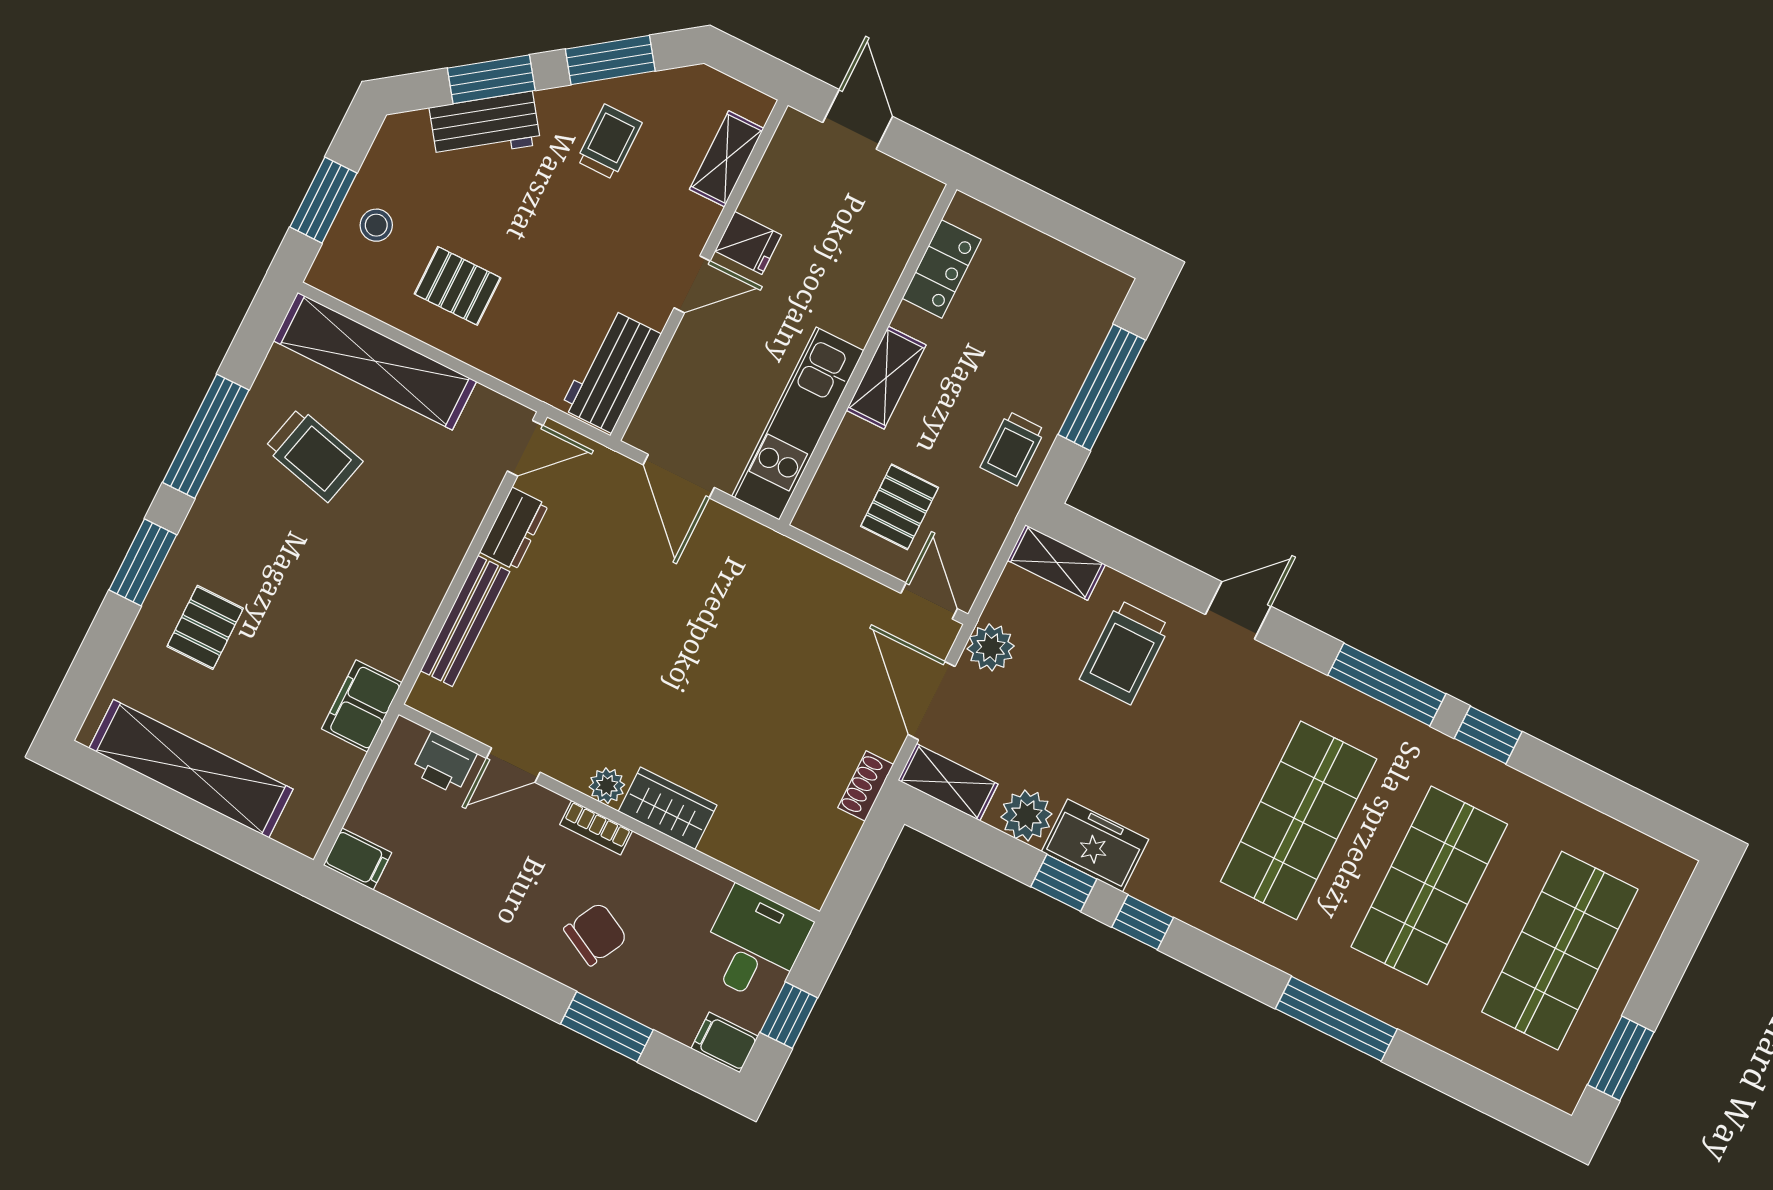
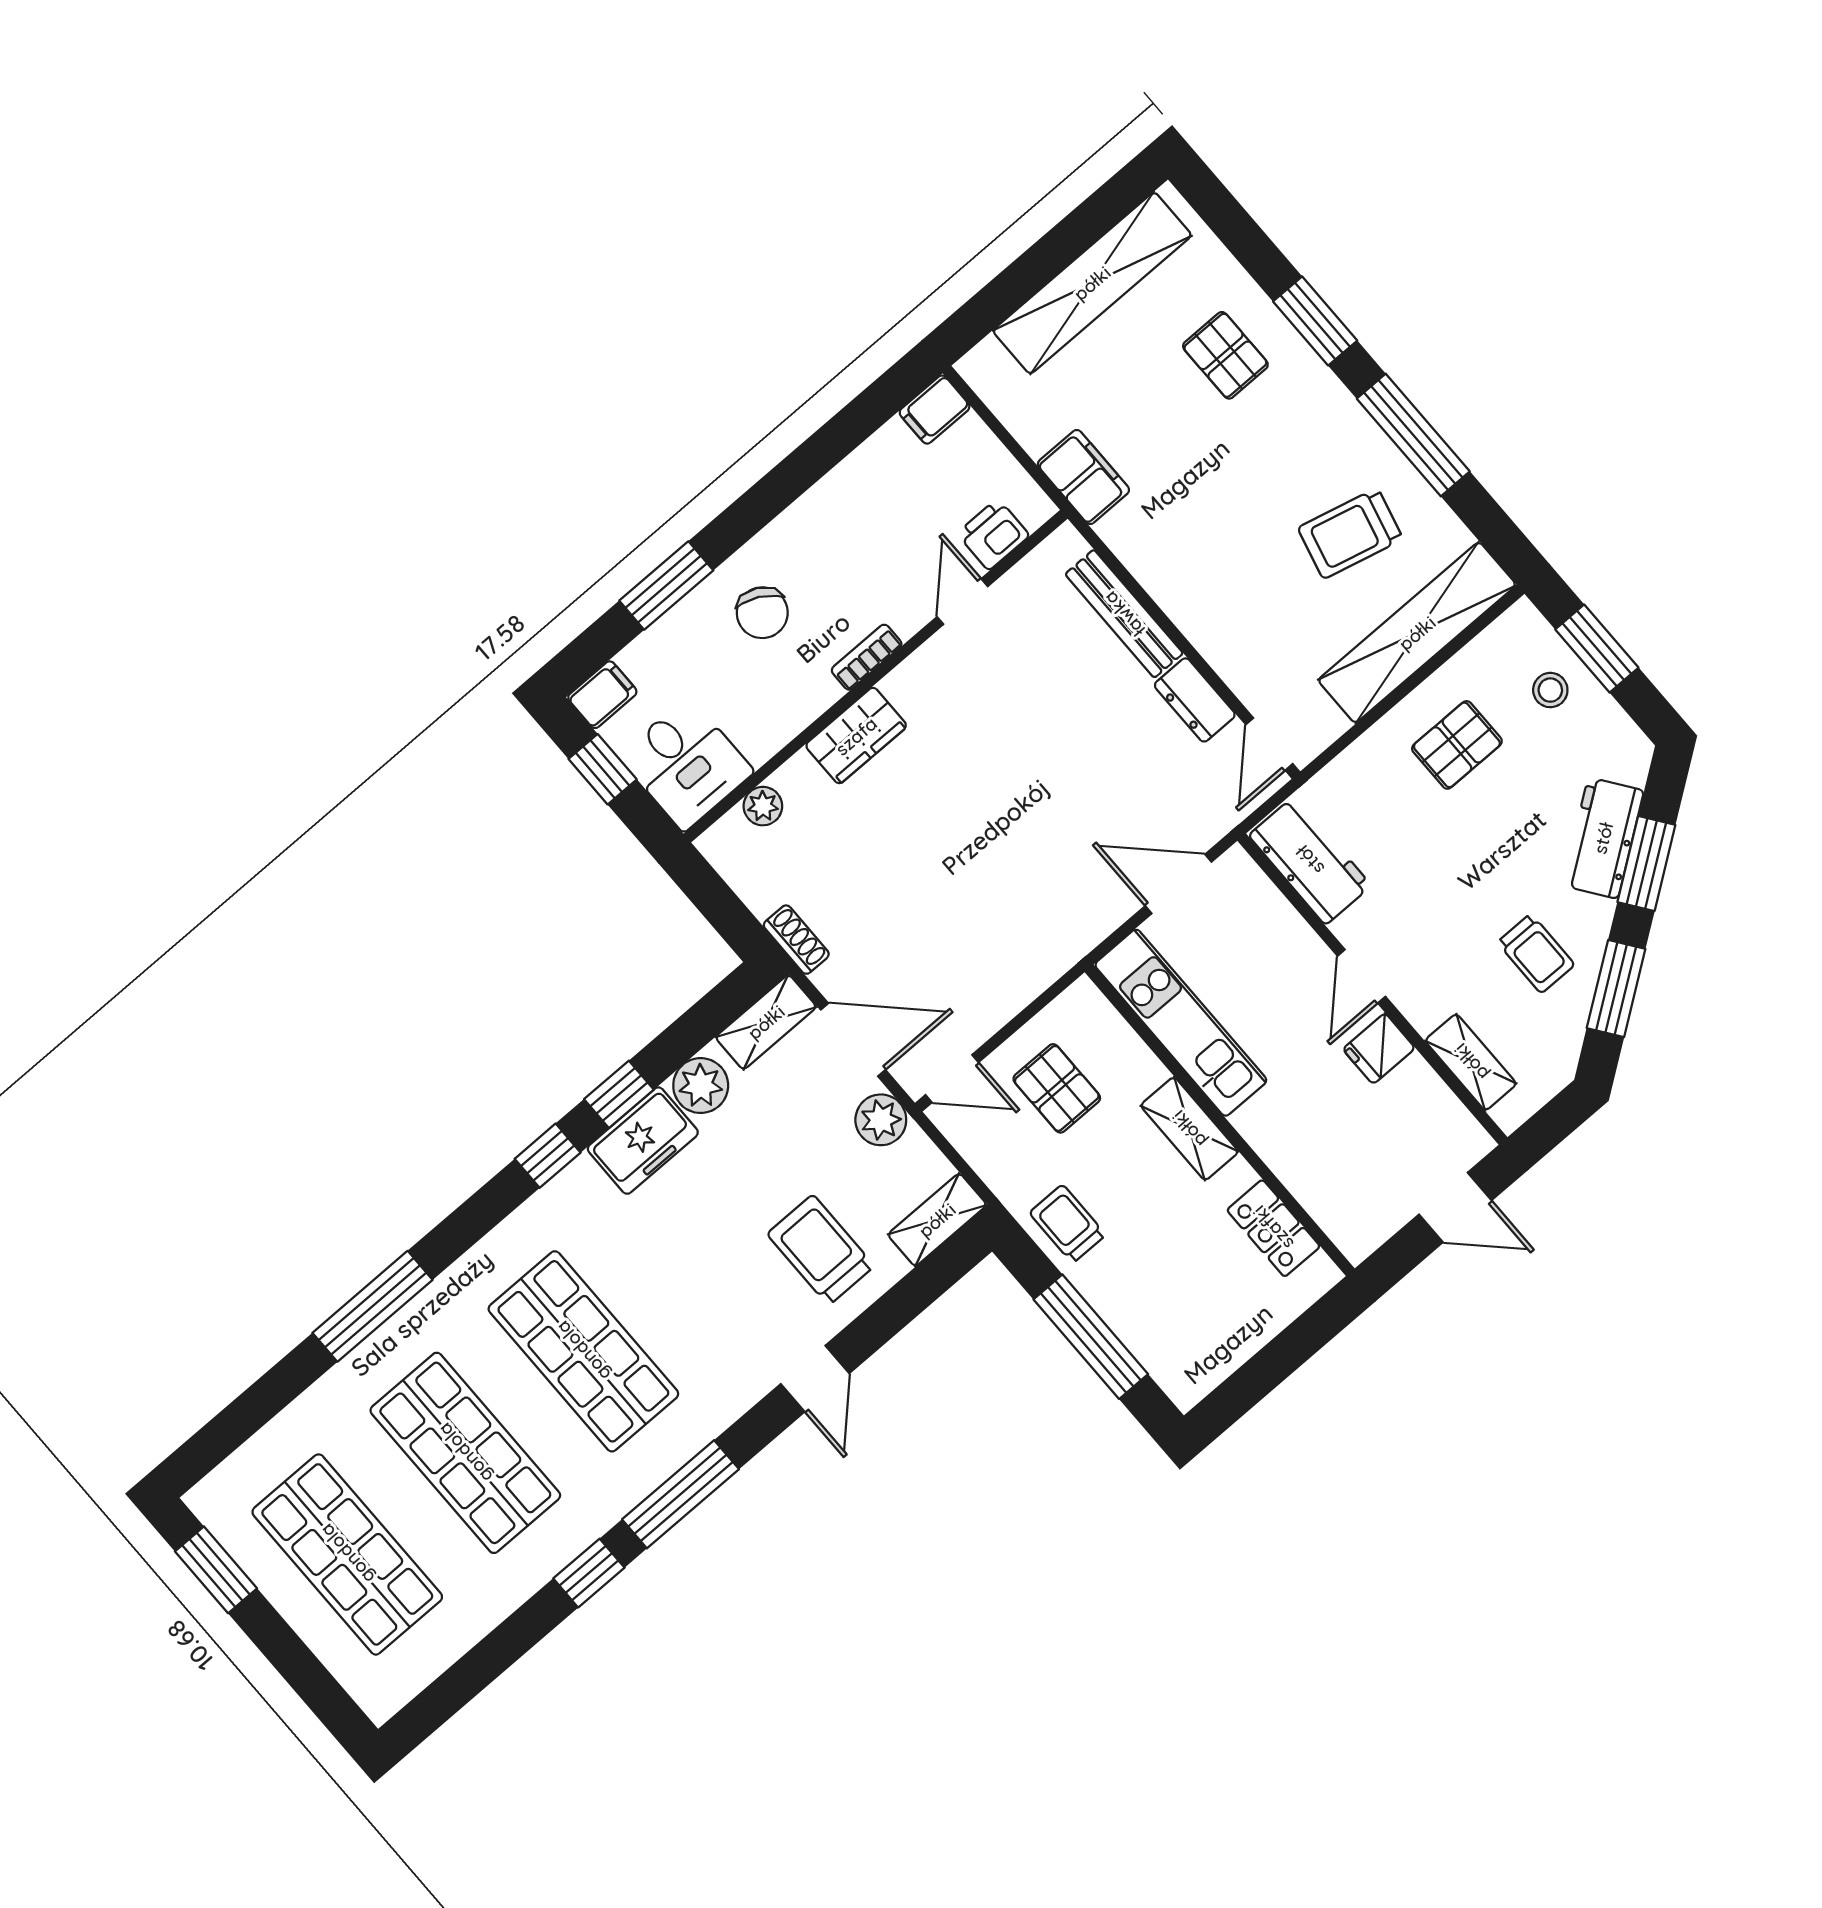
plant: (607, 786) -> (763, 806), moved

